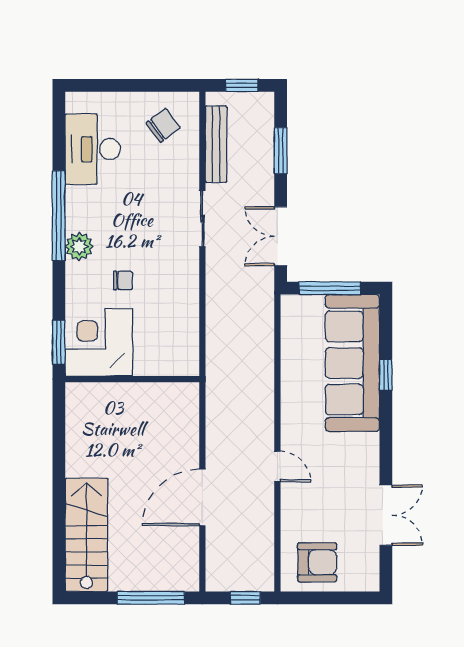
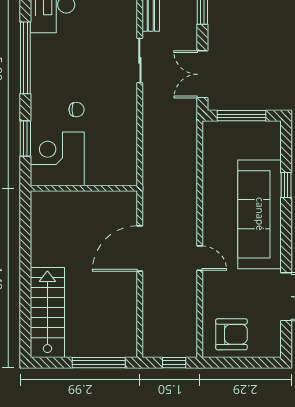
plant: (79, 246) -> (42, 82), removed
window: (59, 342) -> (25, 139), moved
sofa: (352, 363) -> (260, 214), moved
door: (202, 497) -> (140, 248), moved

